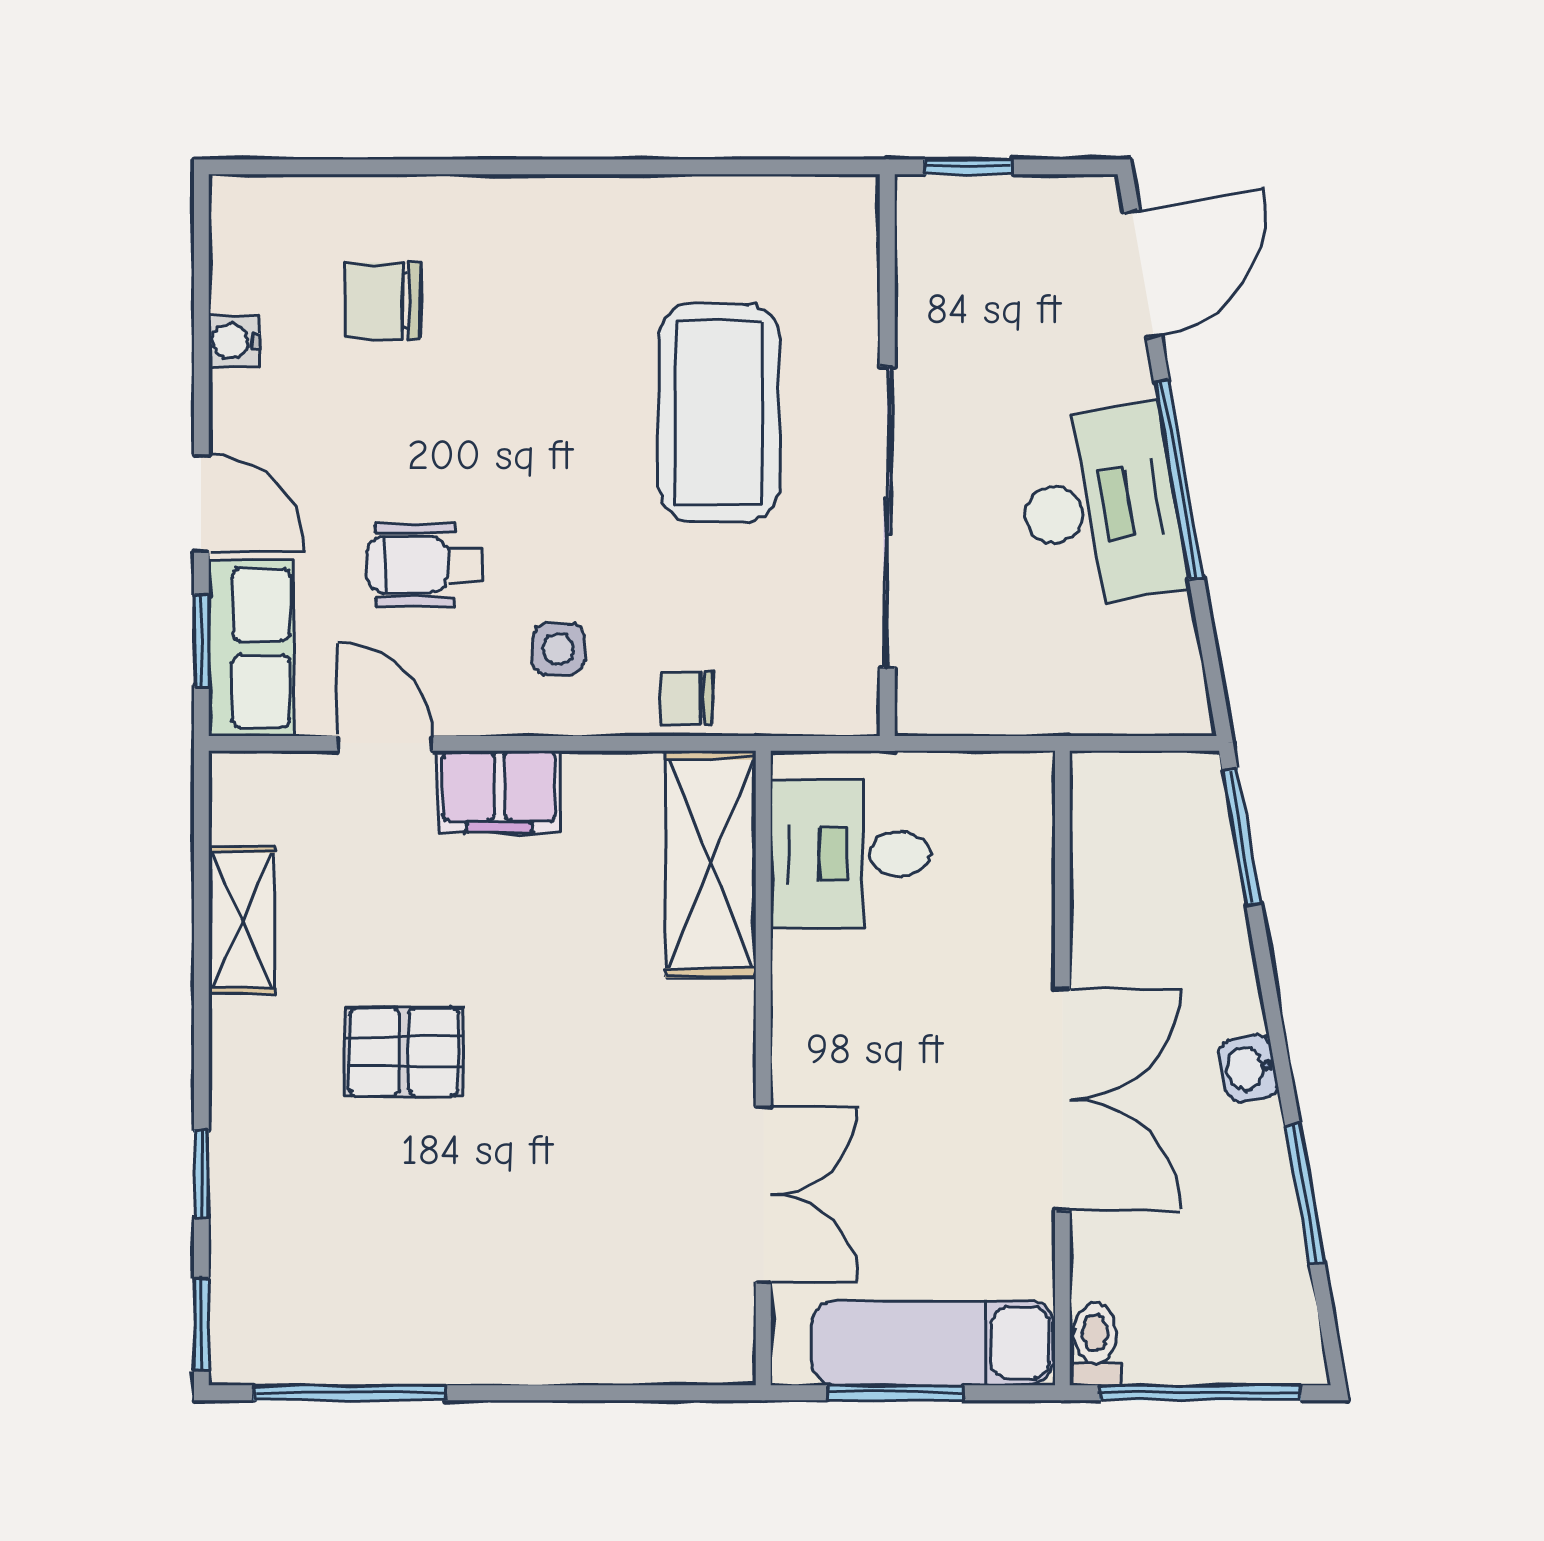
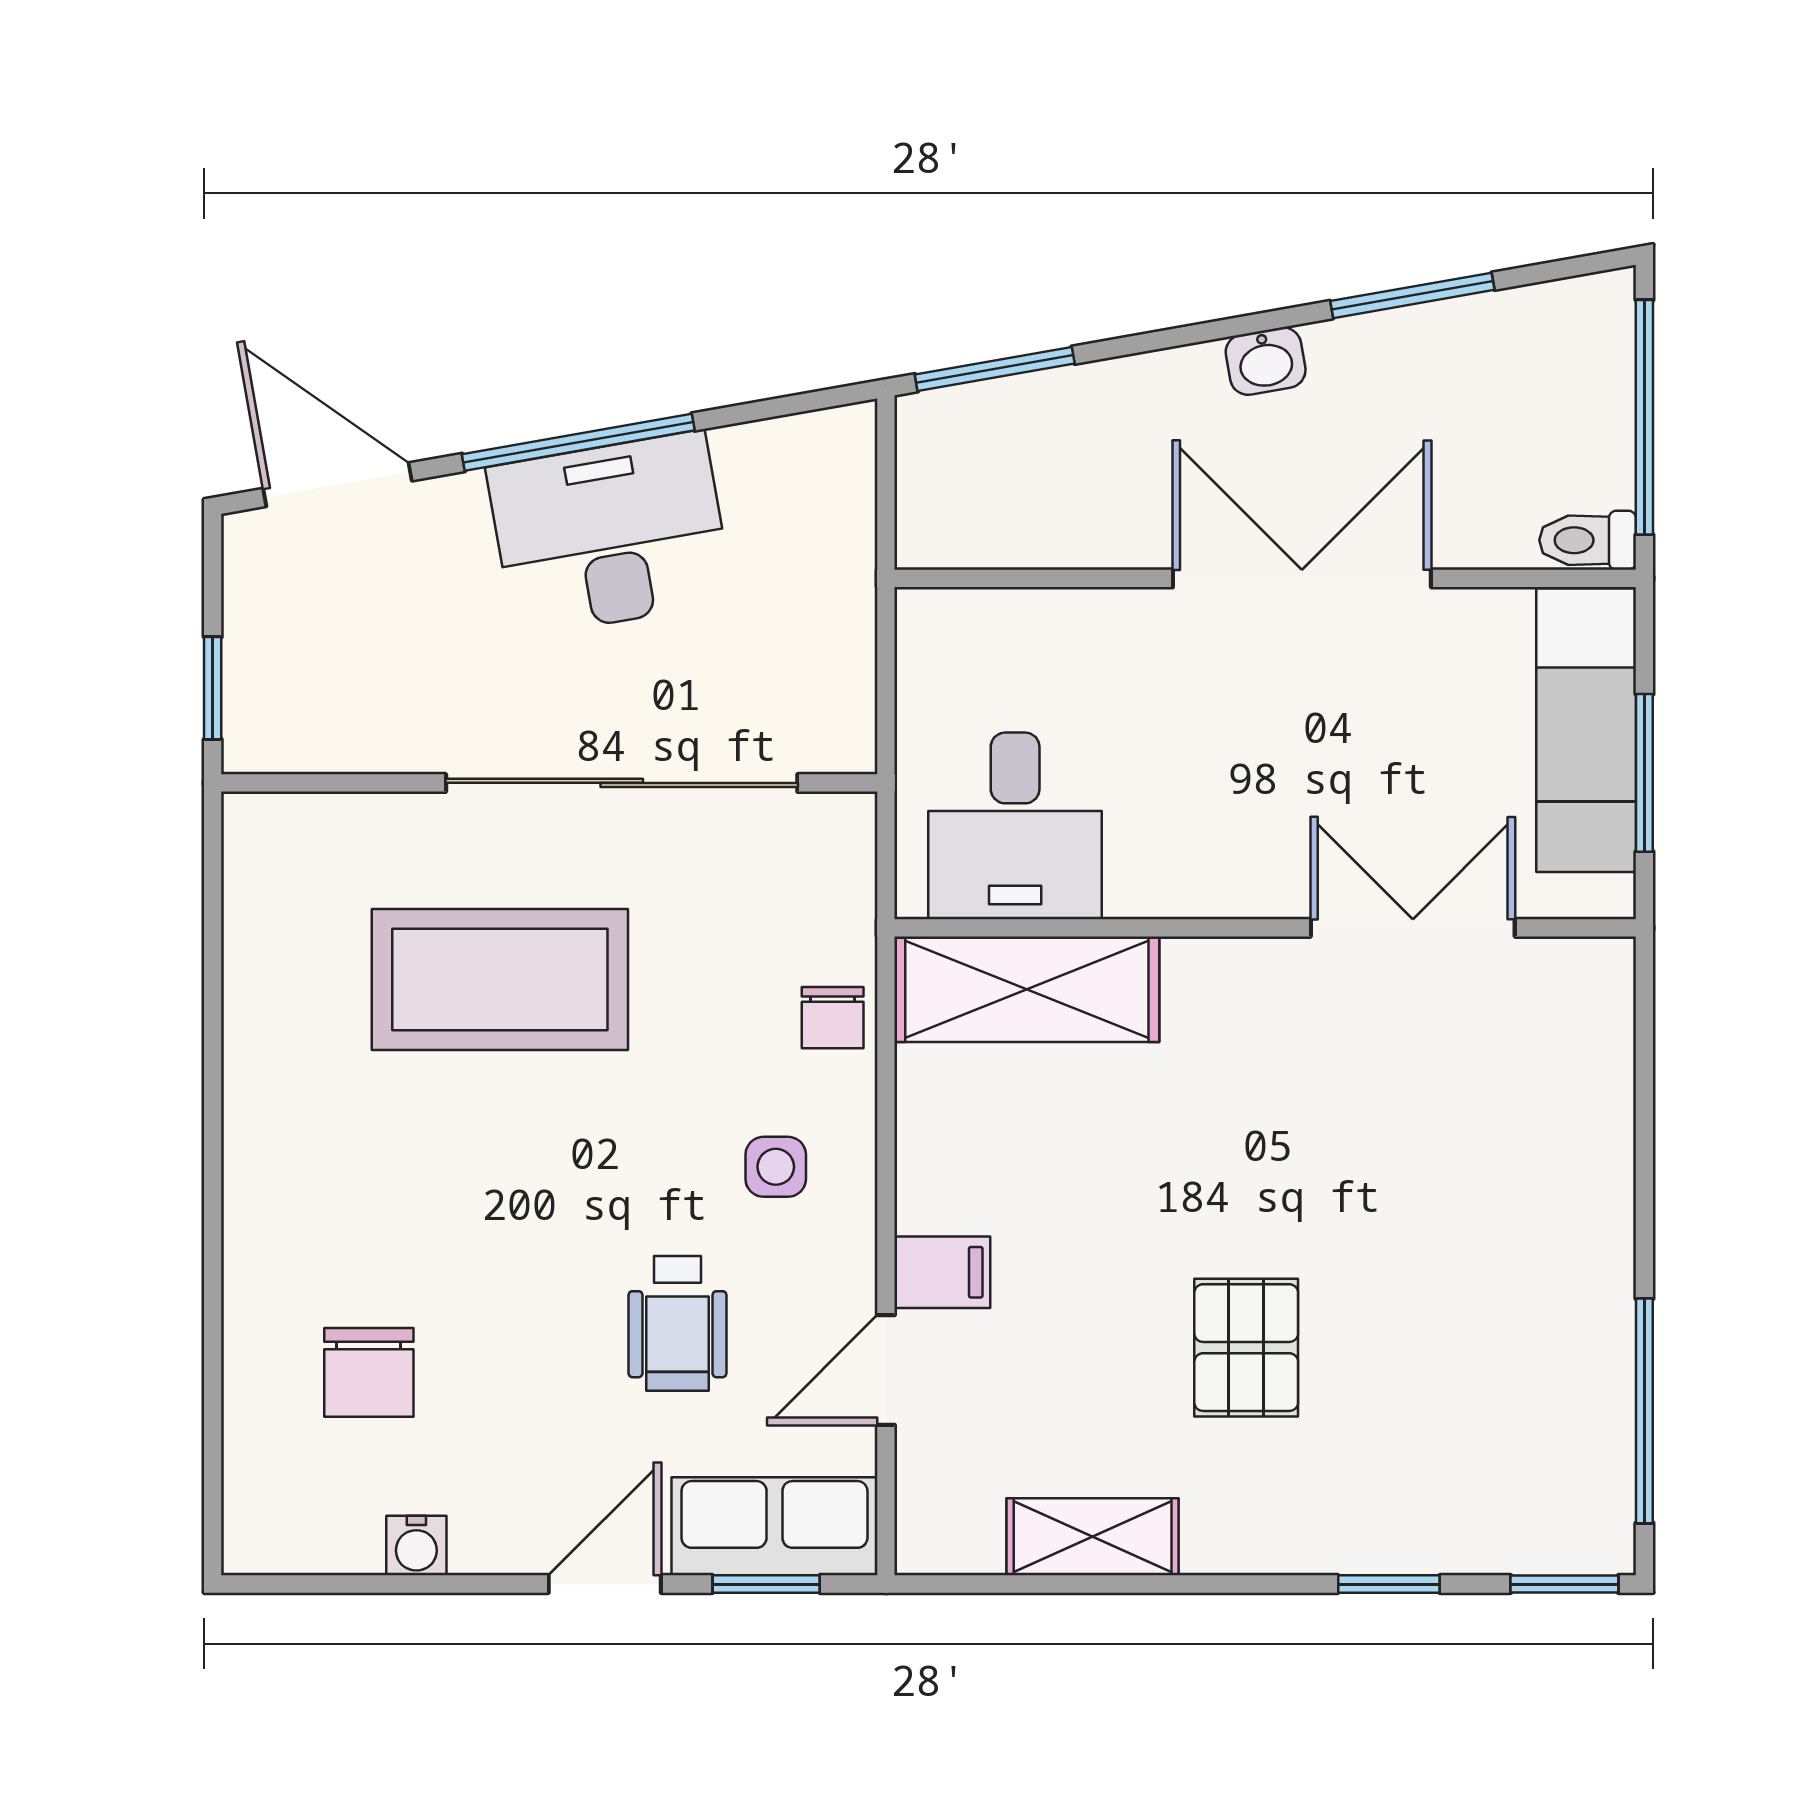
filing cabinet: (499, 792) -> (942, 1272), width x0.50

